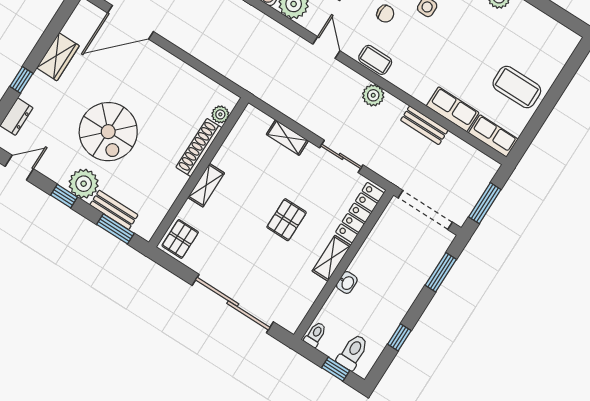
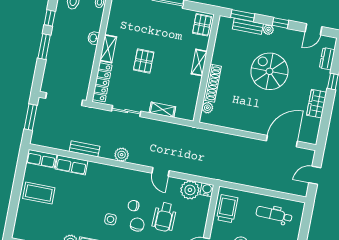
coffee table: (375, 60) -> (129, 176), removed
plant: (84, 184) -> (268, 30), width x0.53, depth x0.53
window: (441, 272) -> (44, 47), moved

